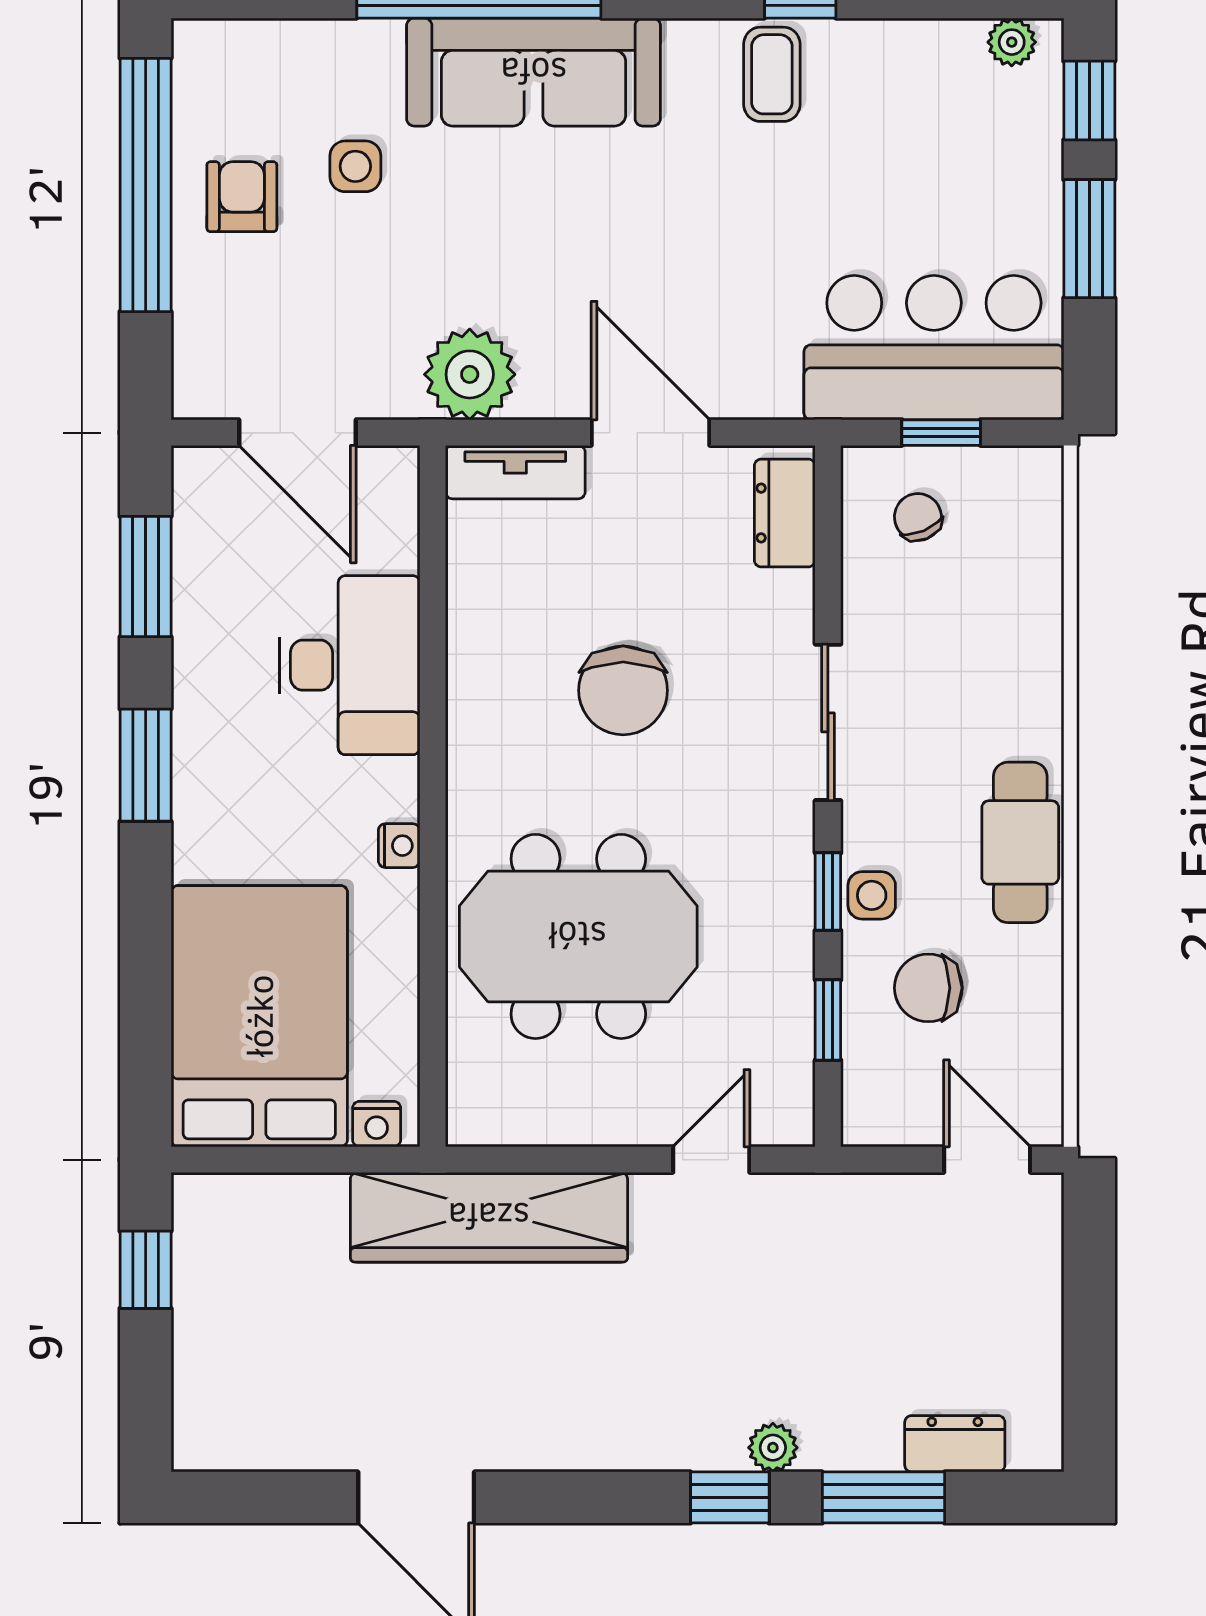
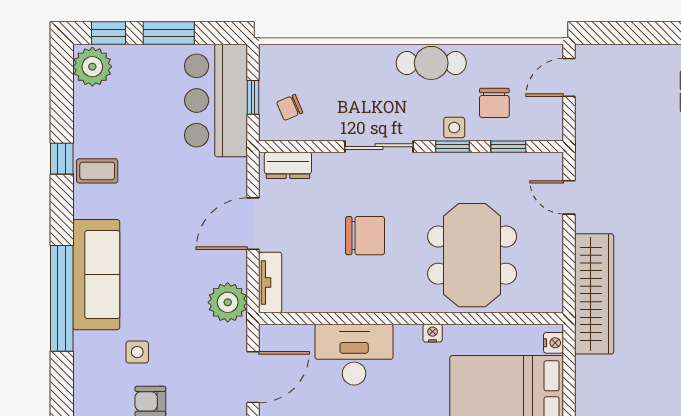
plant: (1012, 42) -> (92, 67), width x1.88, depth x1.88

